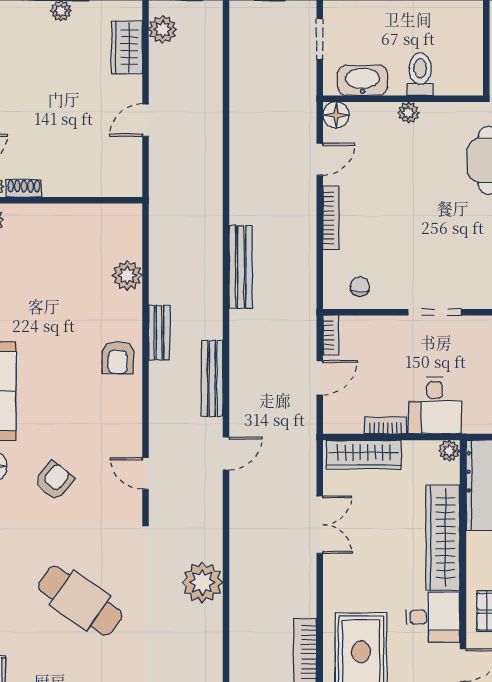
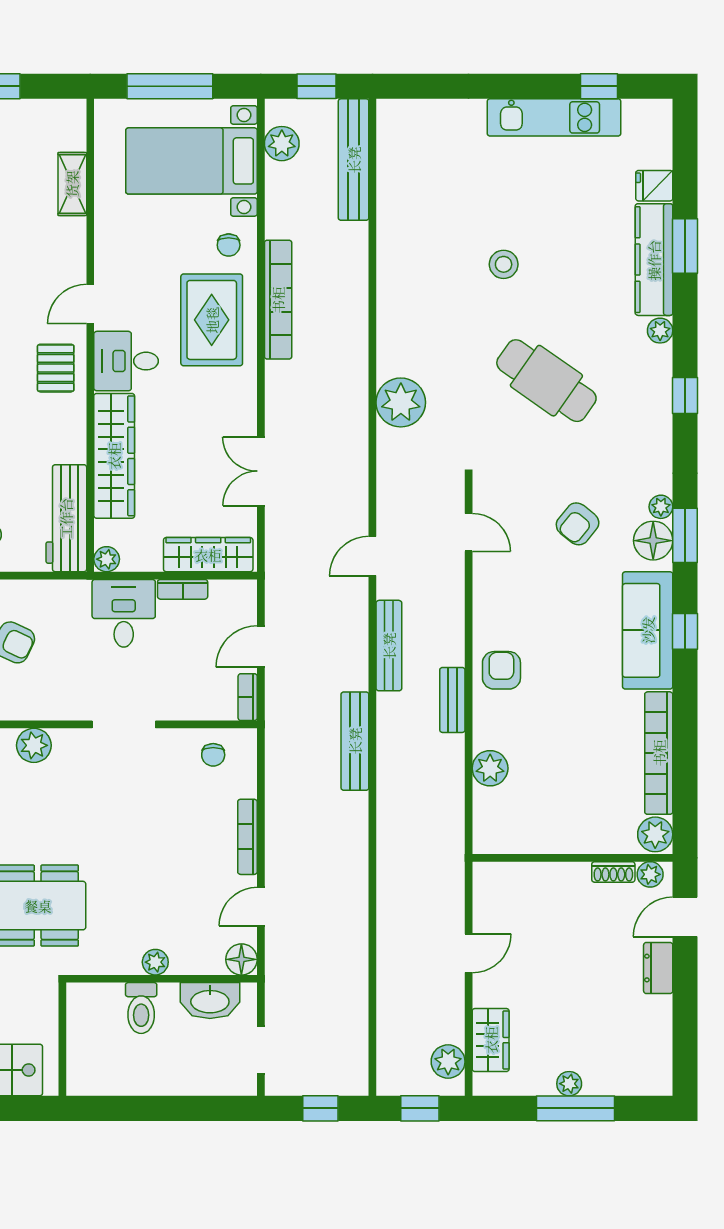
bench: (241, 267) -> (355, 741), moved

